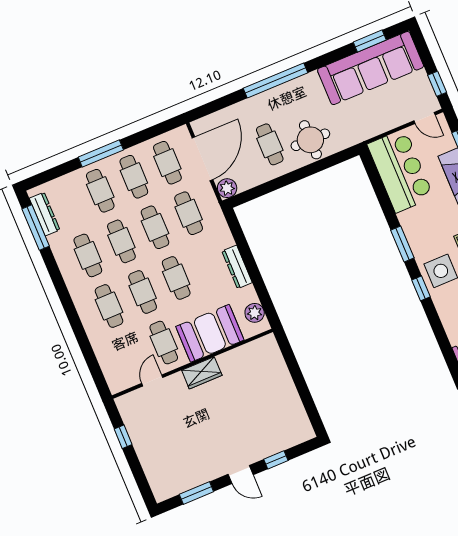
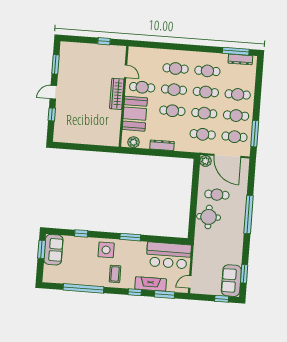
sofa: (371, 68) -> (231, 281), width x0.54, depth x0.79
window: (437, 84) -> (222, 299), moved
window: (101, 154) -> (255, 134), moved
window: (421, 288) -> (81, 233), moved
wardrobe: (202, 373) -> (117, 94), width x1.50

